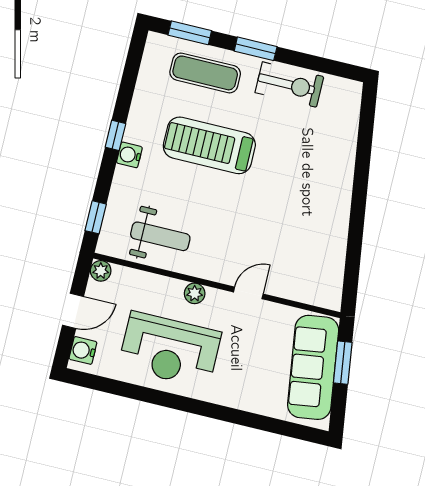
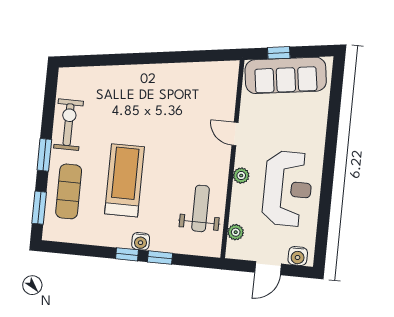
treadmill: (209, 145) -> (124, 180), turned 180
window: (96, 217) -> (160, 258), moved
plant: (101, 271) -> (236, 232), moved
door: (73, 311) -> (268, 268), swing flipped
window: (343, 363) -> (279, 53), width x0.67

